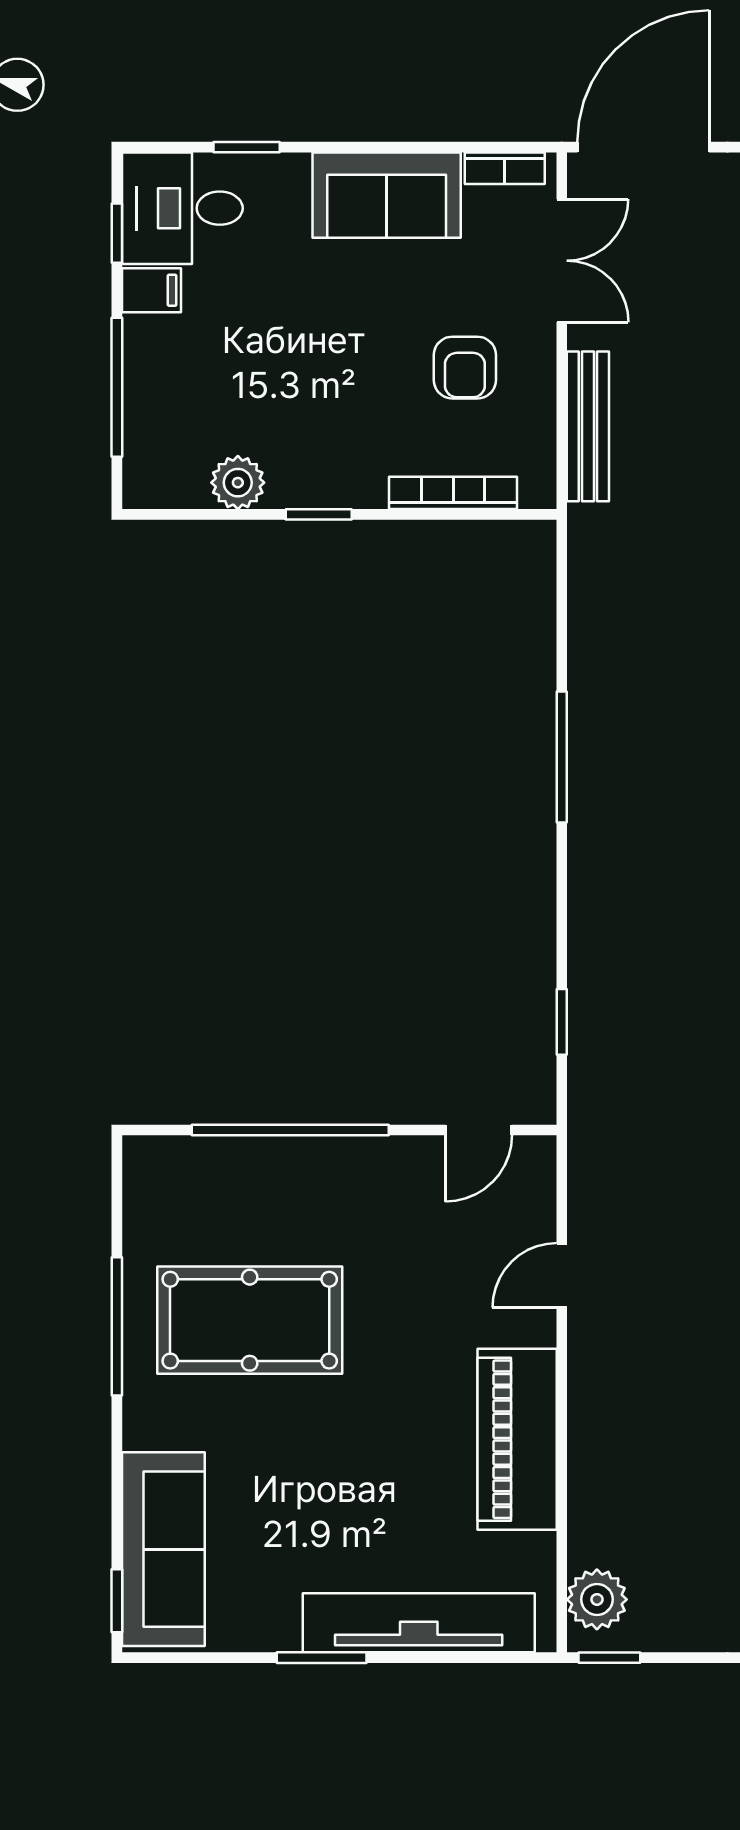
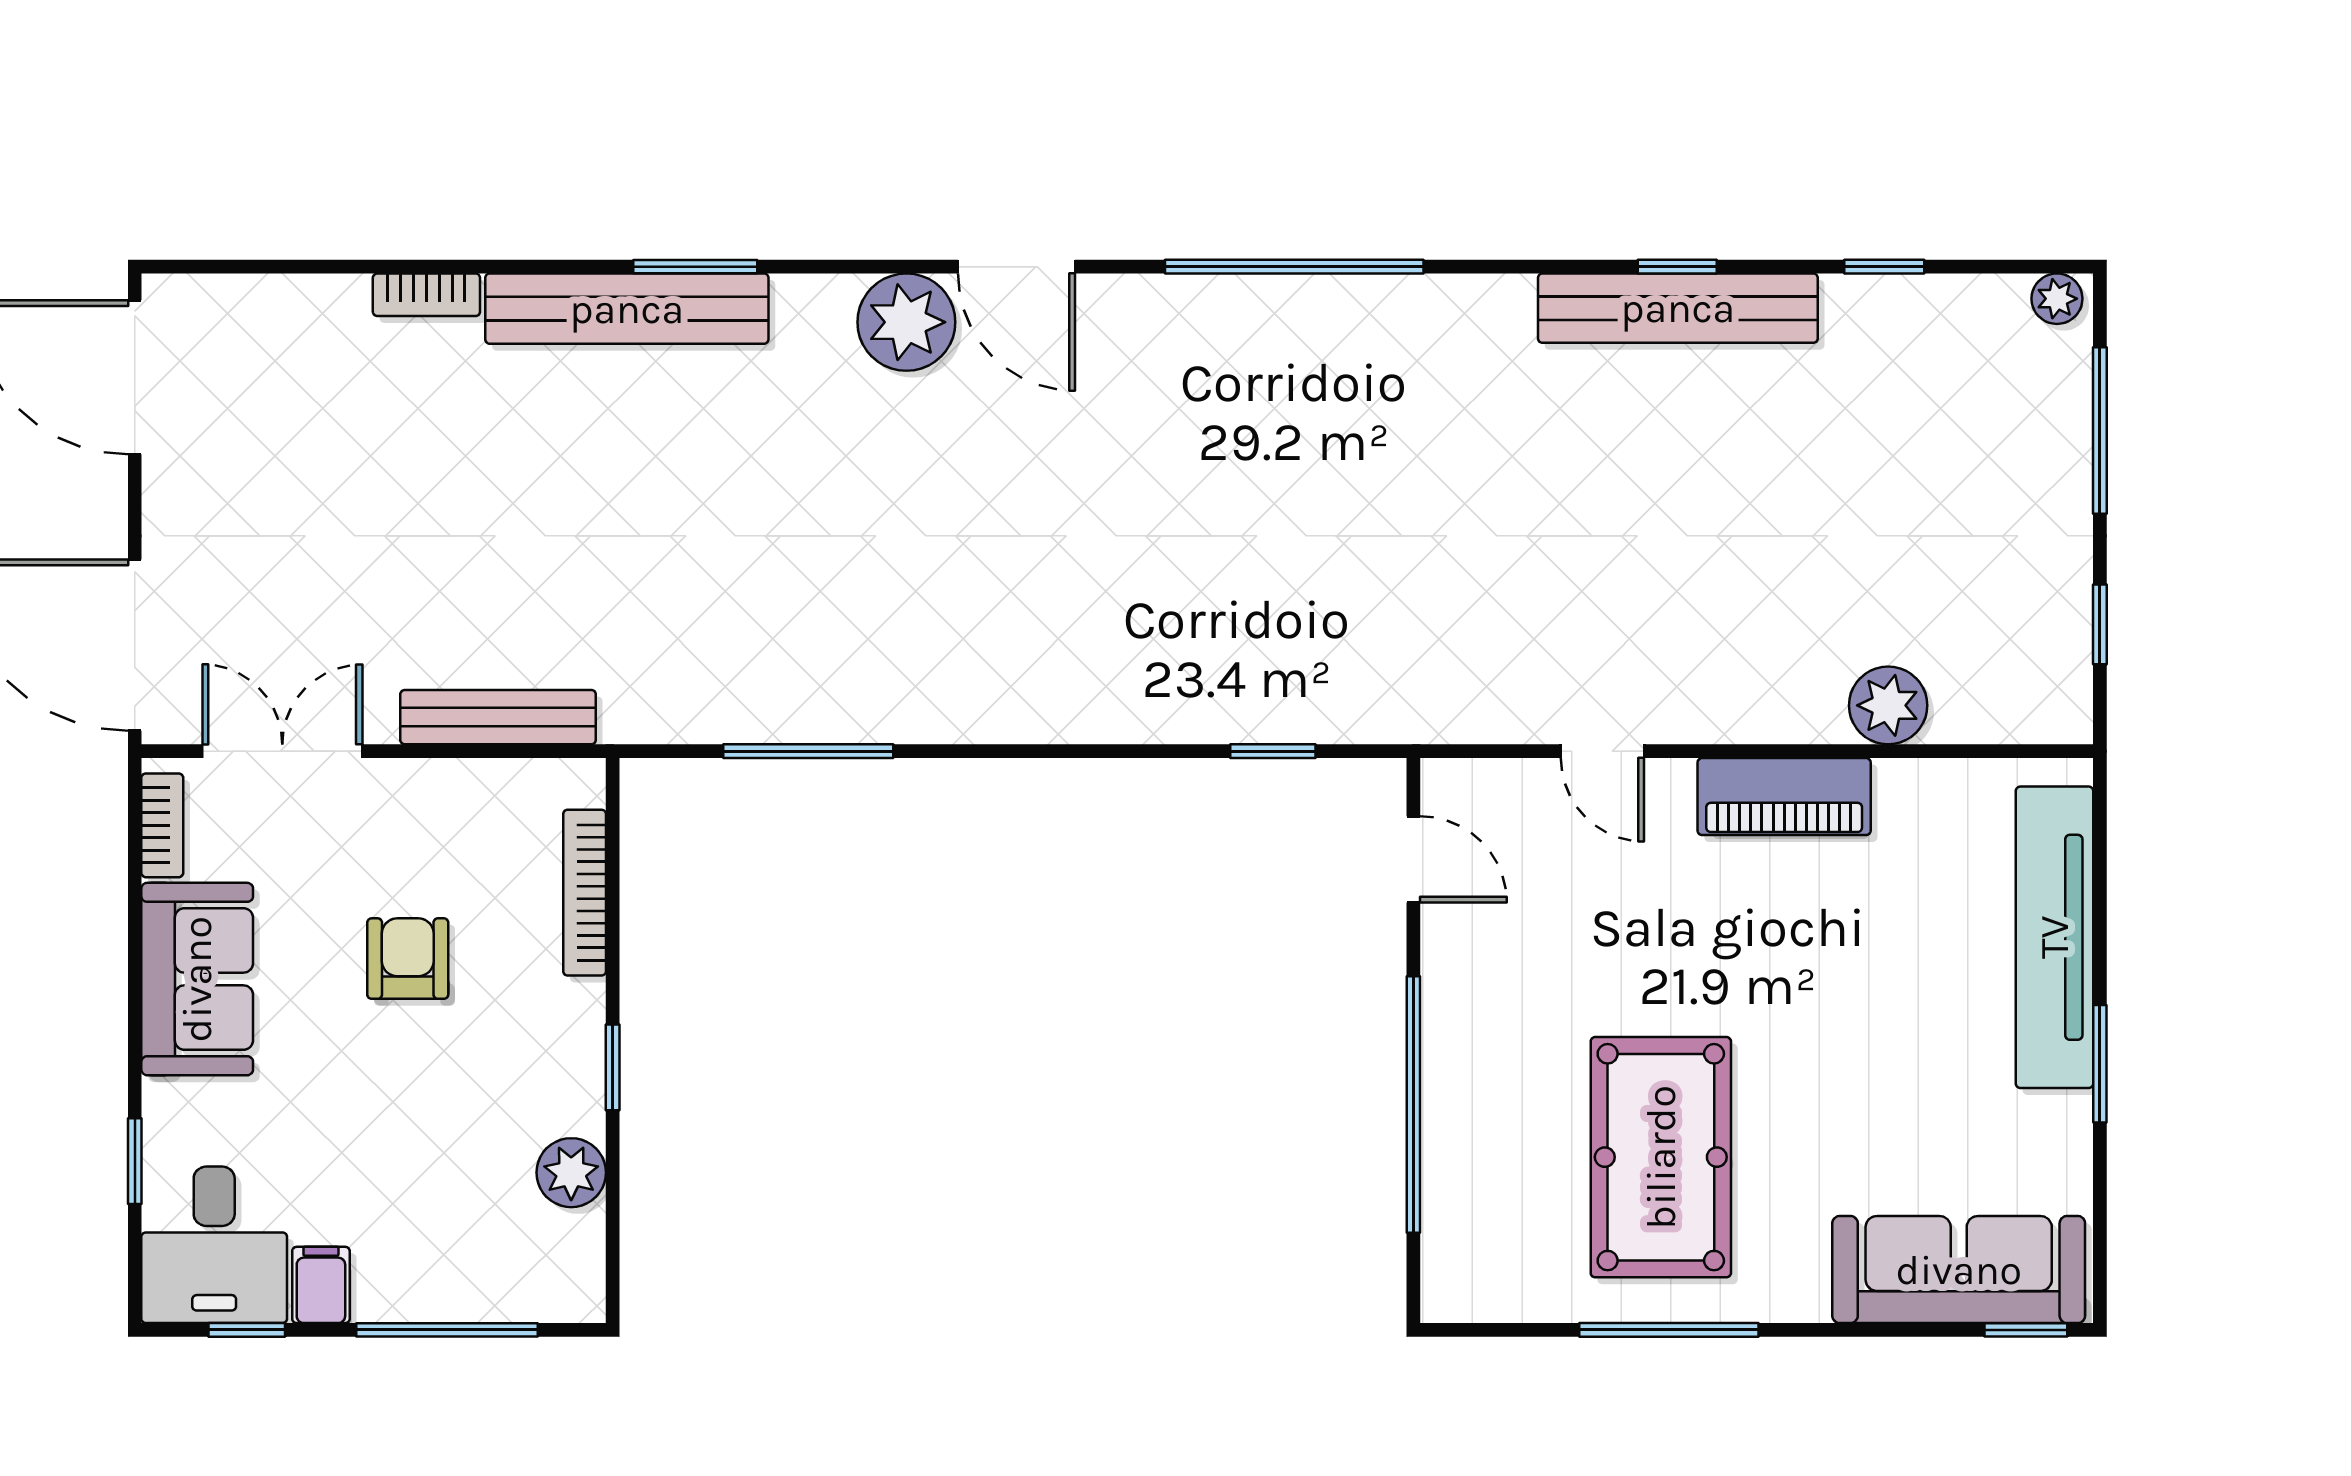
armchair: (465, 368) -> (408, 959), moved, turned -90
window: (562, 757) -> (808, 751), moved
piano: (517, 1439) -> (1784, 797), width x0.73, depth x0.75
plant: (597, 1599) -> (1888, 705), moved
window: (609, 1658) -> (2100, 624), moved

